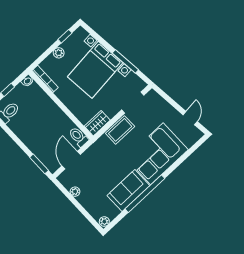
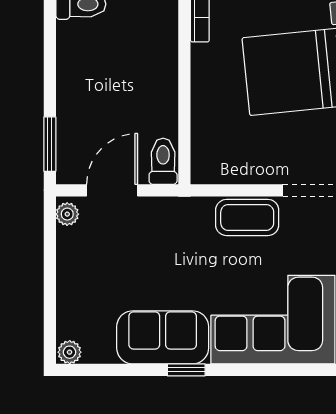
wardrobe: (97, 123) -> (218, 168), removed
plant: (75, 192) -> (67, 214), moved
window: (145, 194) -> (186, 370), width x0.32

